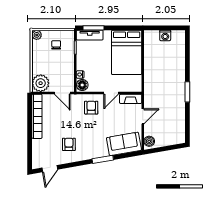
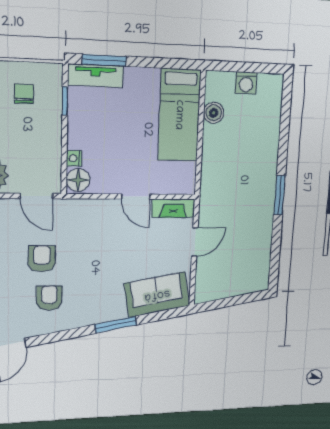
bed: (127, 52) -> (179, 115), width x0.67
door: (111, 93) -> (136, 197), hinge flipped
armchair: (91, 108) -> (42, 259), moved
boiler: (149, 141) -> (214, 113), moved

